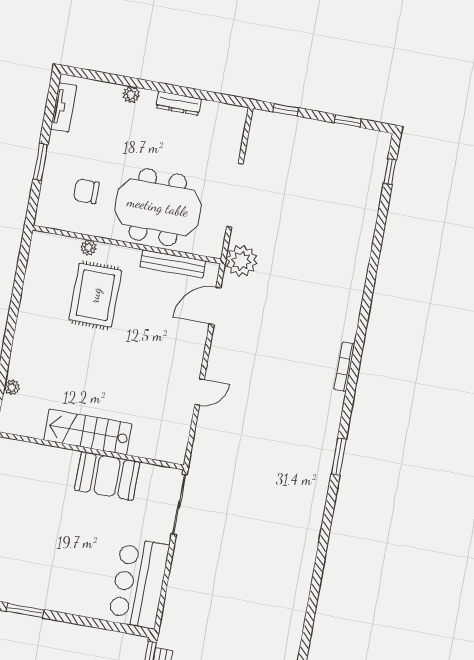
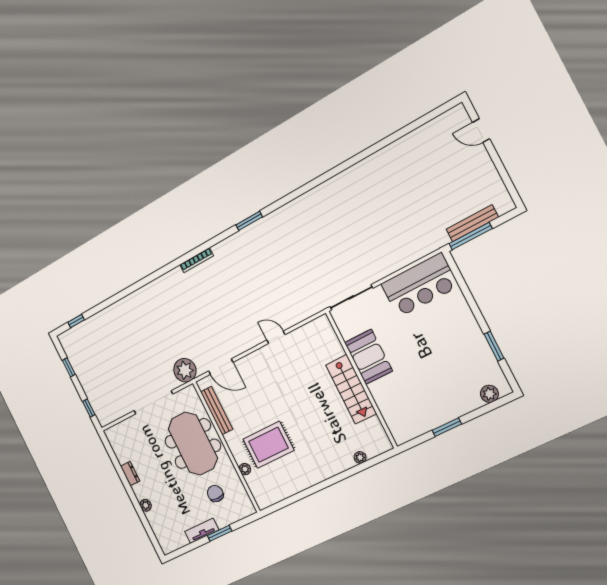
dresser: (179, 103) -> (130, 474), width x0.70
tv unit: (64, 107) -> (202, 531), moved
chair: (86, 191) -> (215, 494), turned 180

